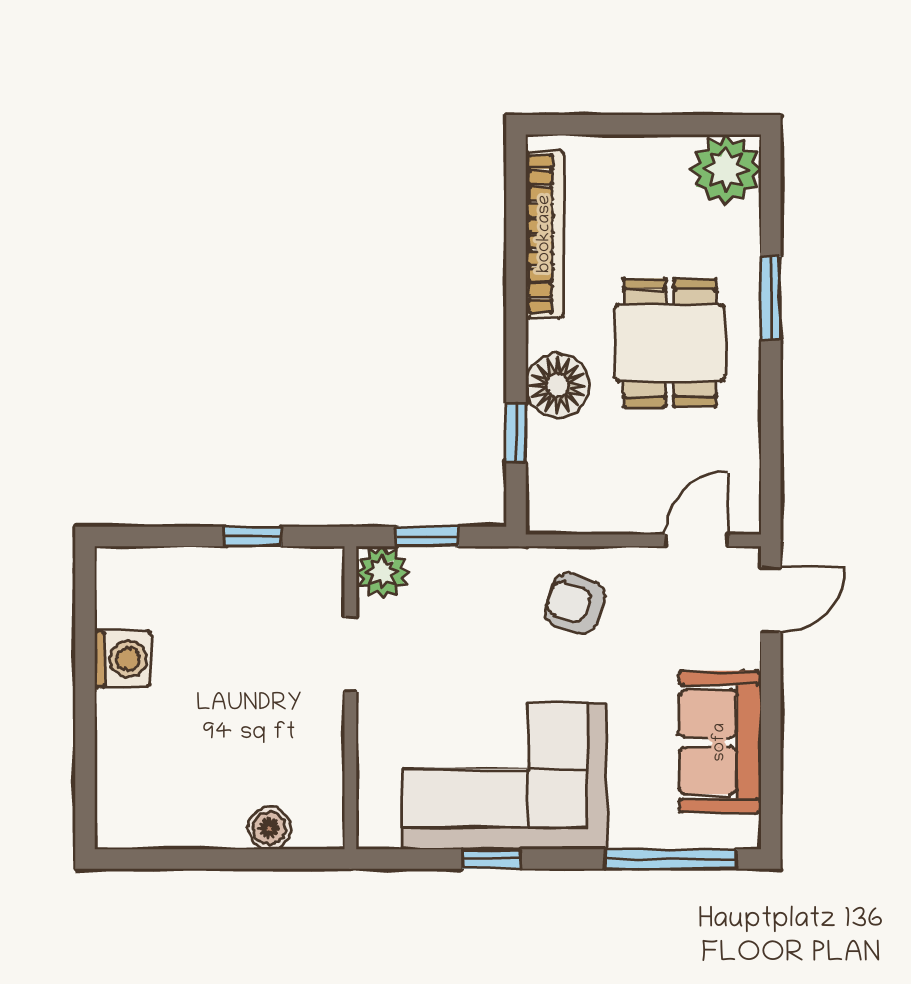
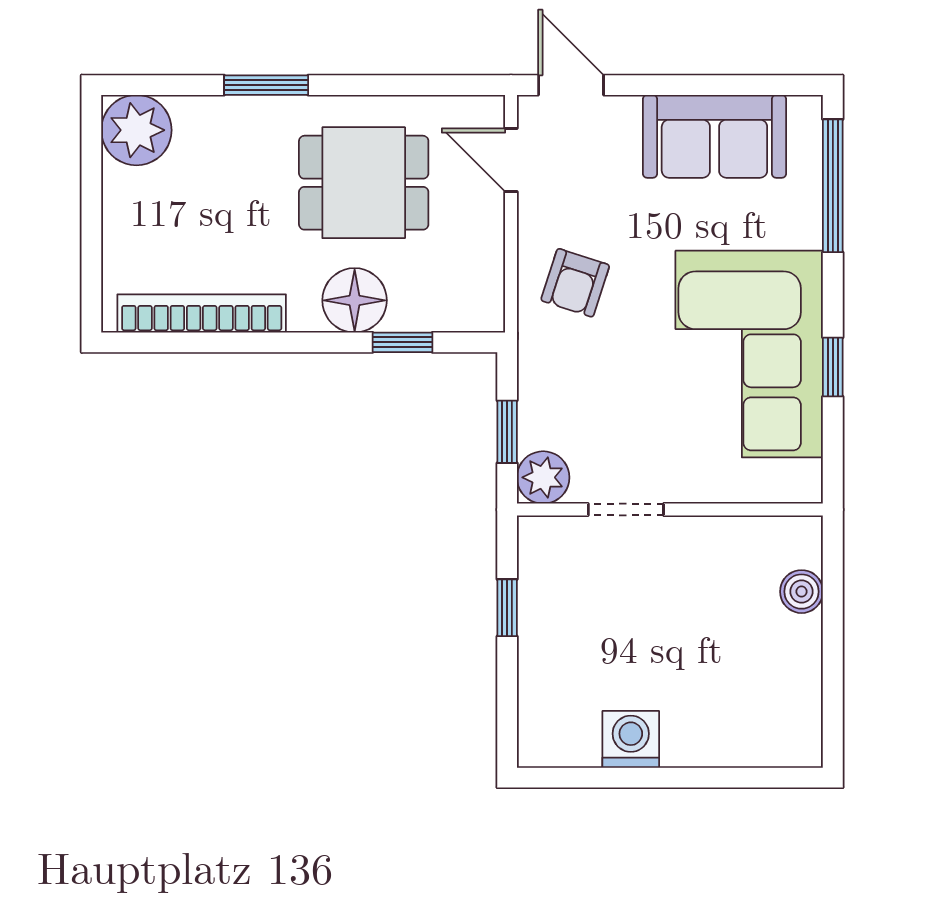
dining table: (670, 343) -> (364, 183), moved

